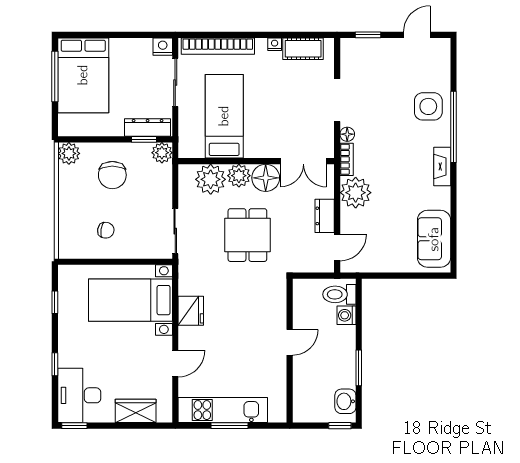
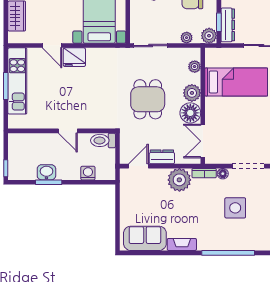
side table: (428, 106) -> (235, 208), moved
fireplace: (442, 167) -> (182, 244), moved
plant: (211, 179) -> (195, 67), width x0.53, depth x0.53
plant: (165, 183) -> (187, 38), added
dining table: (247, 235) -> (148, 99), turned 90
door: (337, 247) -> (138, 166), swing flipped
toilet: (339, 294) -> (103, 140), moved, turned -90
fridge: (191, 311) -> (74, 57), moved
washbasin: (345, 401) -> (46, 172), moved

